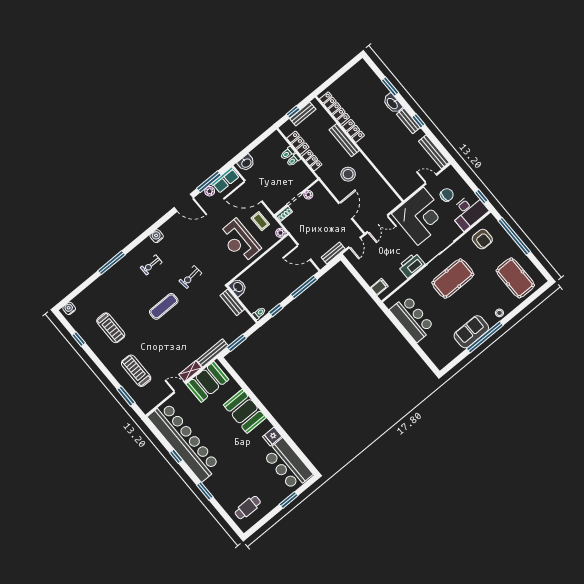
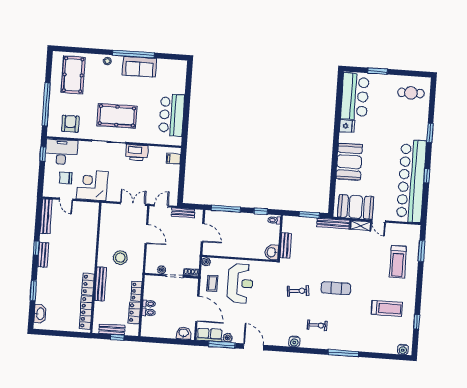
washbasin: (393, 103) -> (40, 314), moved
door: (345, 211) -> (146, 234), swing flipped
corner desk: (421, 216) -> (92, 185), width x0.74, depth x0.74
treadmill: (111, 328) -> (387, 308), turned 90

